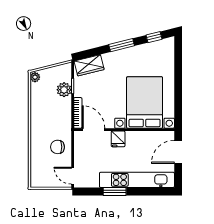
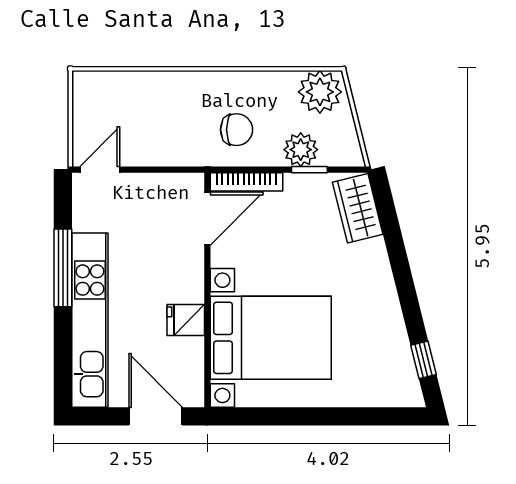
window: (122, 45) -> (405, 284), removed
plant: (35, 77) -> (320, 92), width x1.88, depth x1.88
fridge: (118, 139) -> (186, 320), moved
chair: (57, 147) -> (237, 130), moved, turned 90
window: (115, 191) -> (63, 268), width x1.44

